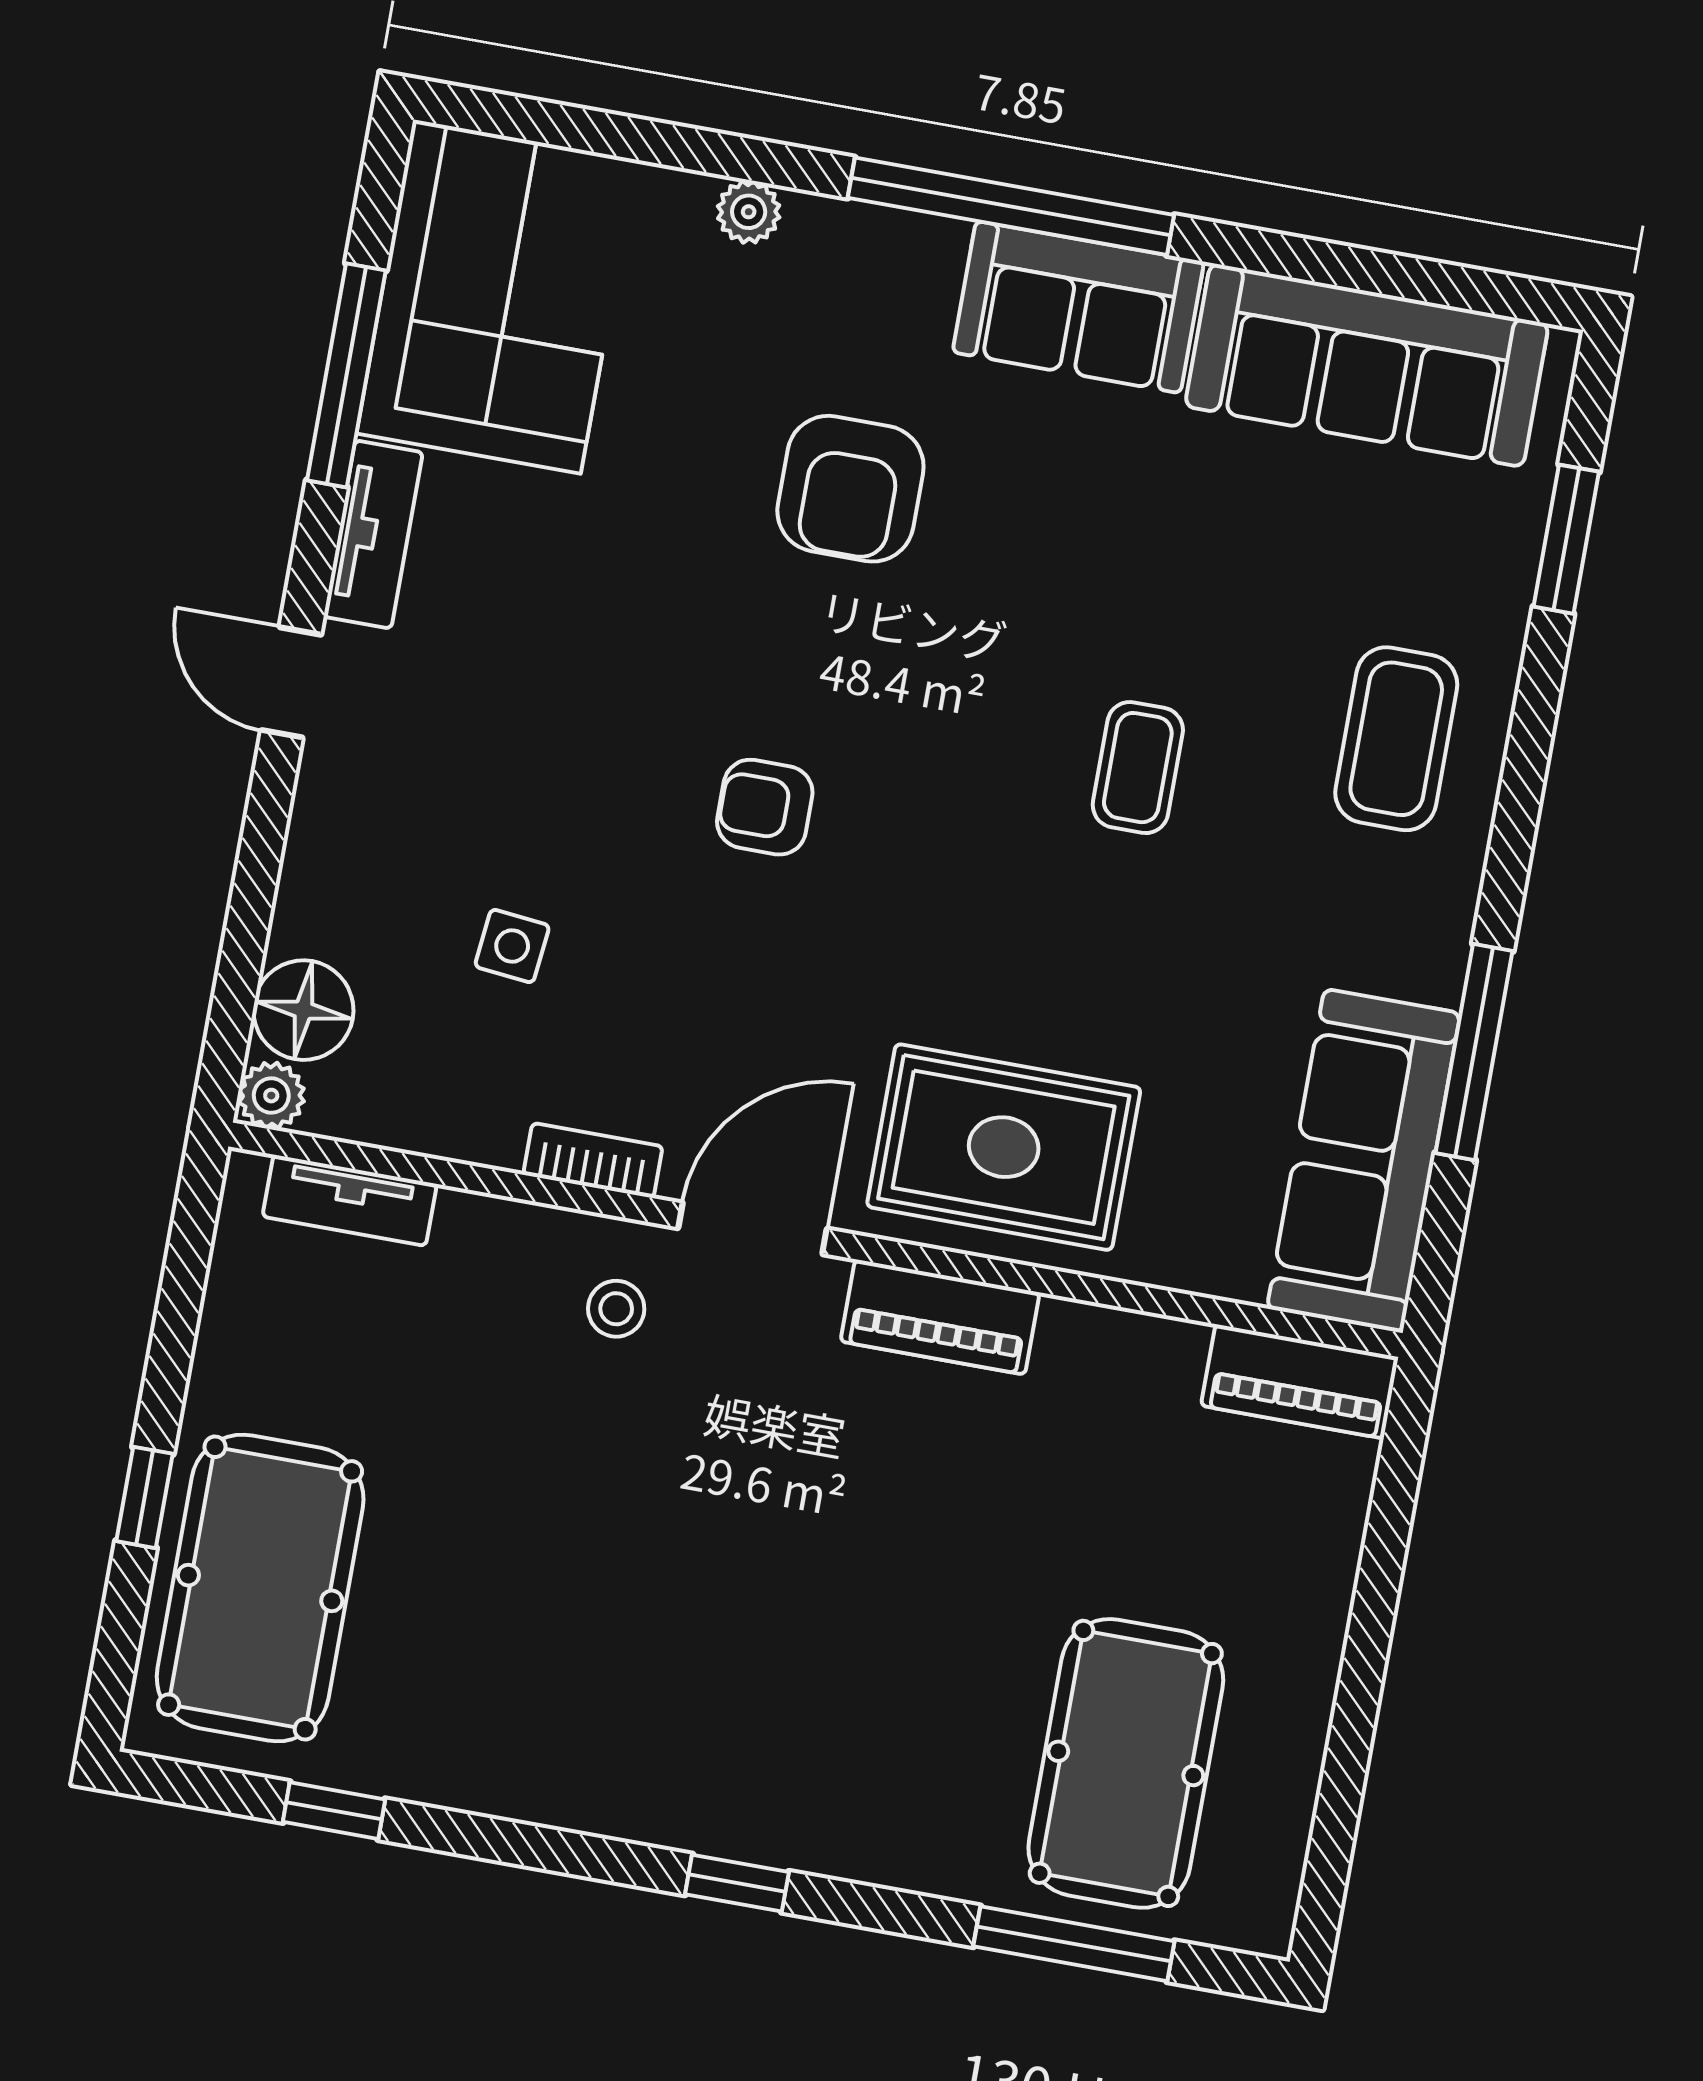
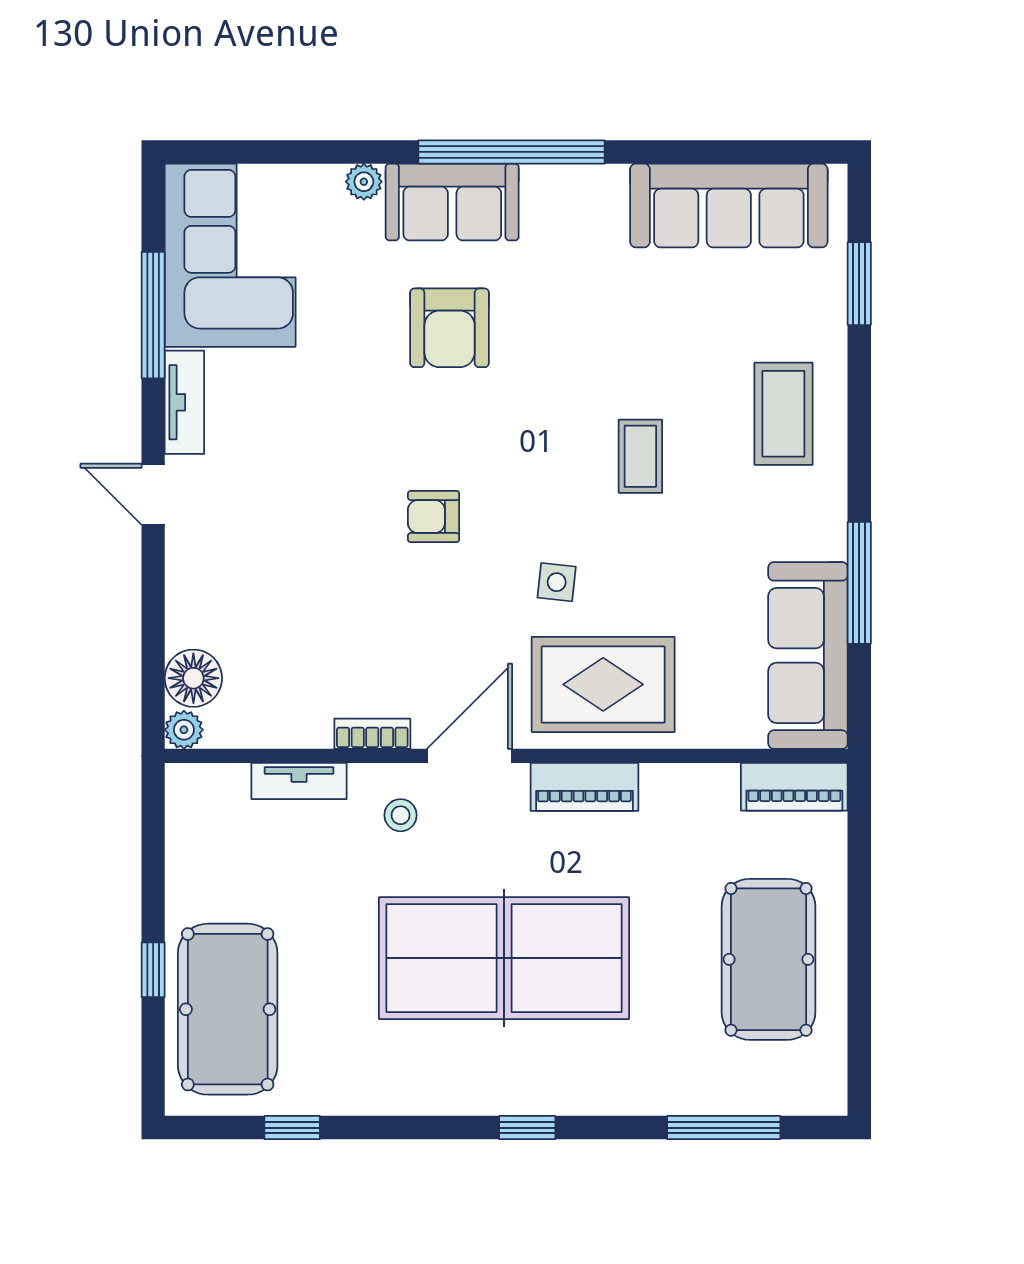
sofa: (1078, 307) -> (452, 202), moved
side table: (512, 946) -> (557, 582), moved
tv unit: (350, 1200) -> (299, 781), moved
table tennis table: (749, 1586) -> (504, 958), added
pool table: (1126, 1763) -> (769, 959), moved

